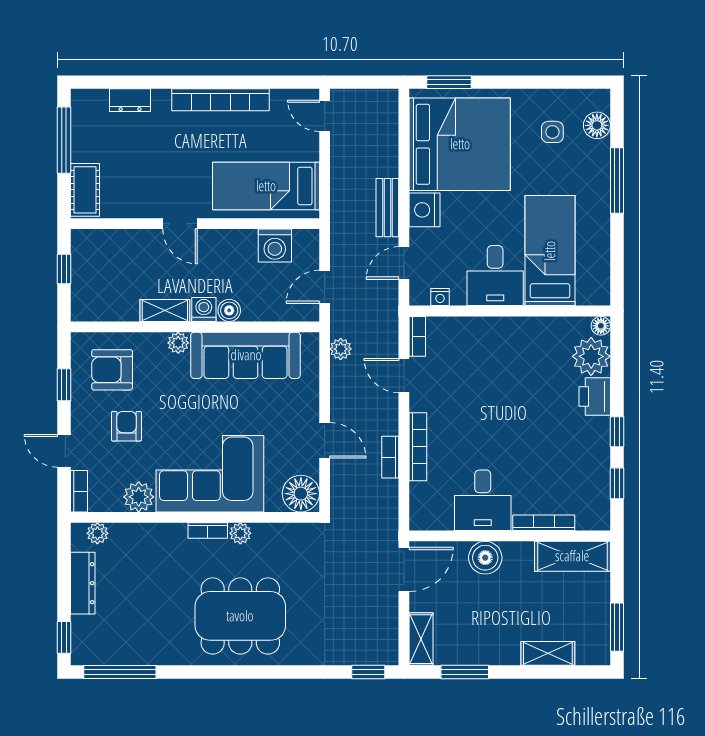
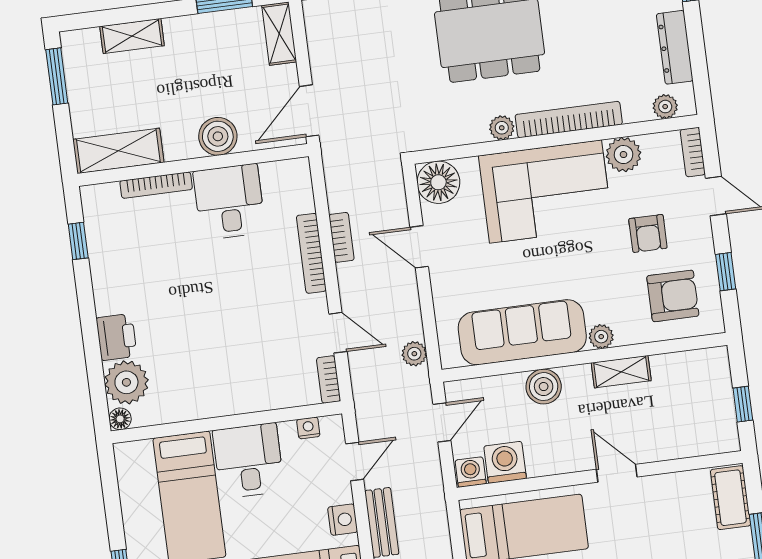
nightstand: (425, 210) -> (343, 520), width x0.74, depth x0.75
washing machine: (204, 310) -> (471, 472), moved, turned 180
boiler: (229, 310) -> (544, 387), width x1.36, depth x1.36
window: (617, 432) -> (86, 300), removed
bookcase: (208, 531) -> (569, 120), width x2.31, depth x1.31

